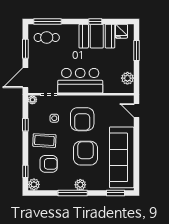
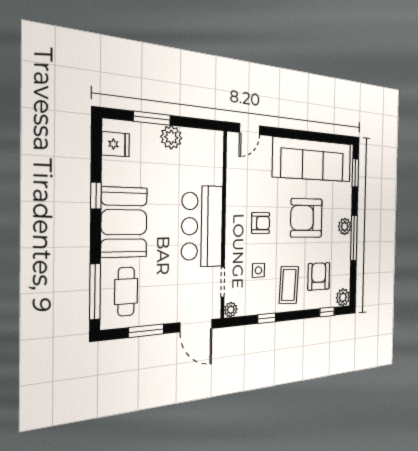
booth: (97, 36) -> (124, 222), moved
plant: (127, 78) -> (171, 137), moved
armchair: (82, 119) -> (261, 223), width x0.53, depth x0.53

